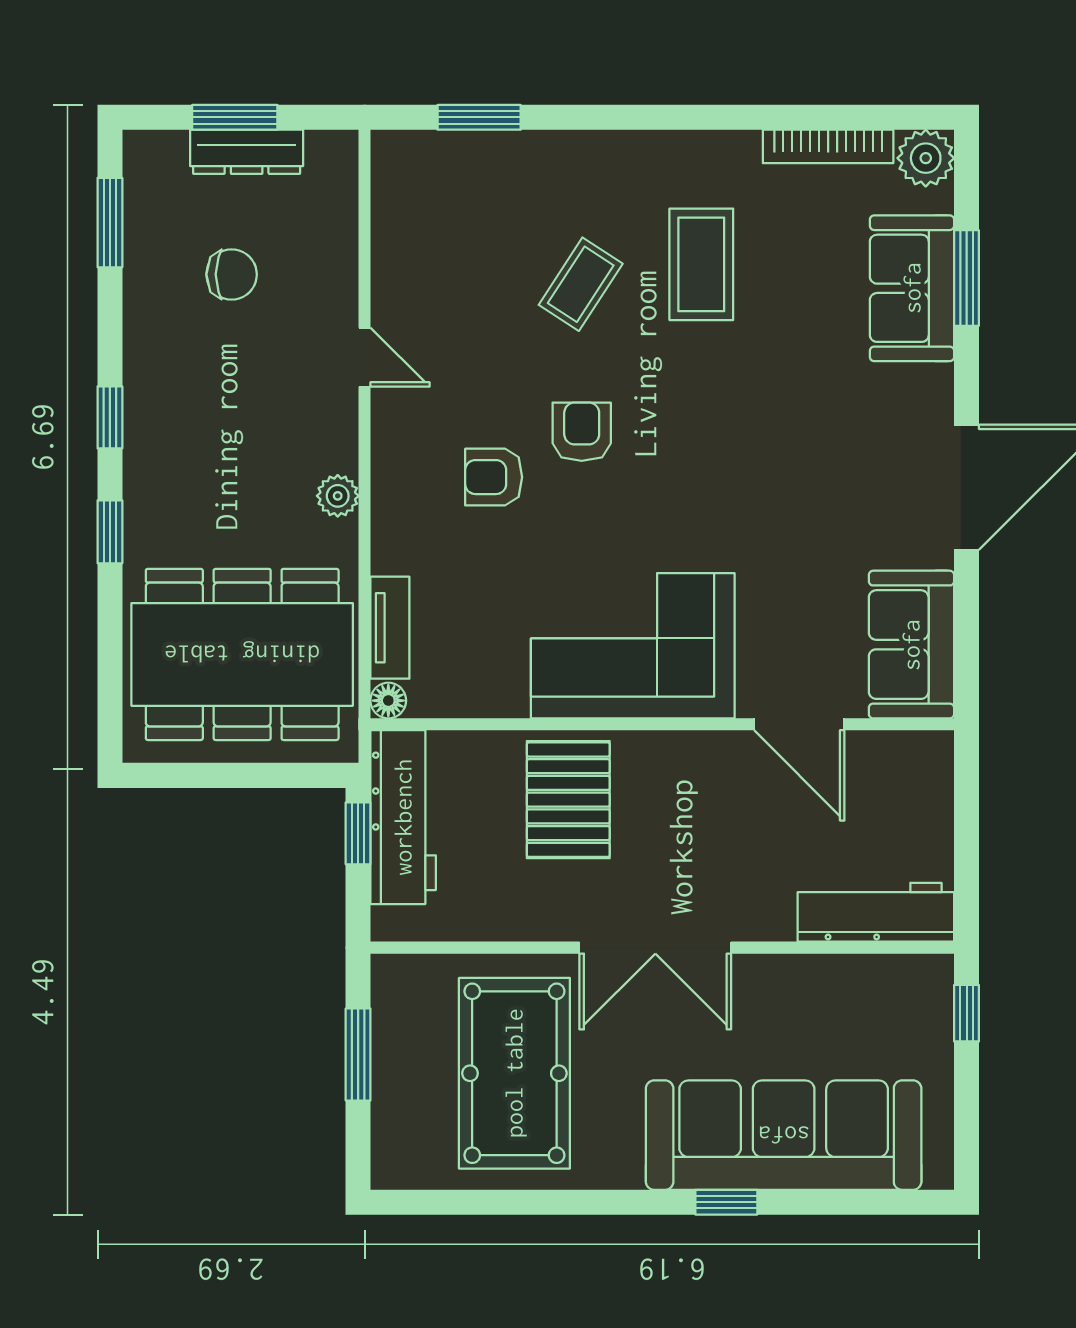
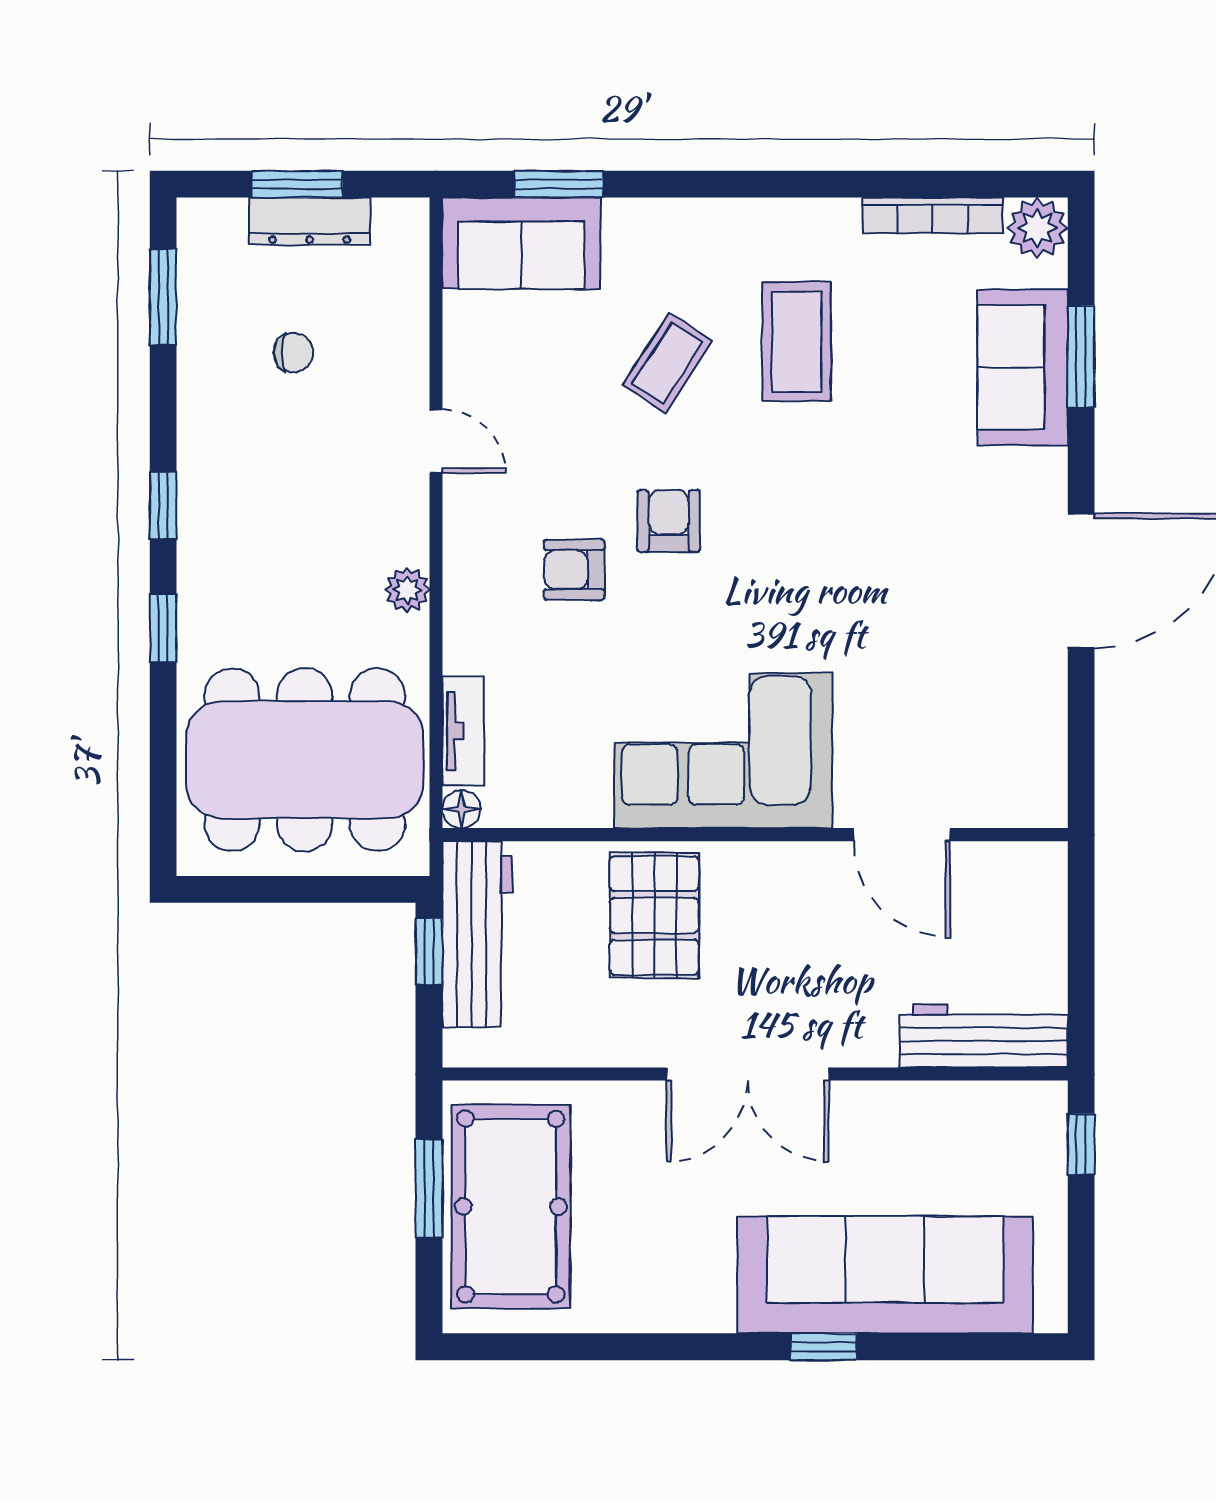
chair: (232, 274) -> (293, 353), width x0.73, depth x0.73
sofa: (911, 645) -> (521, 243), moved, turned -90
pool table: (514, 1073) -> (511, 1207), moved

